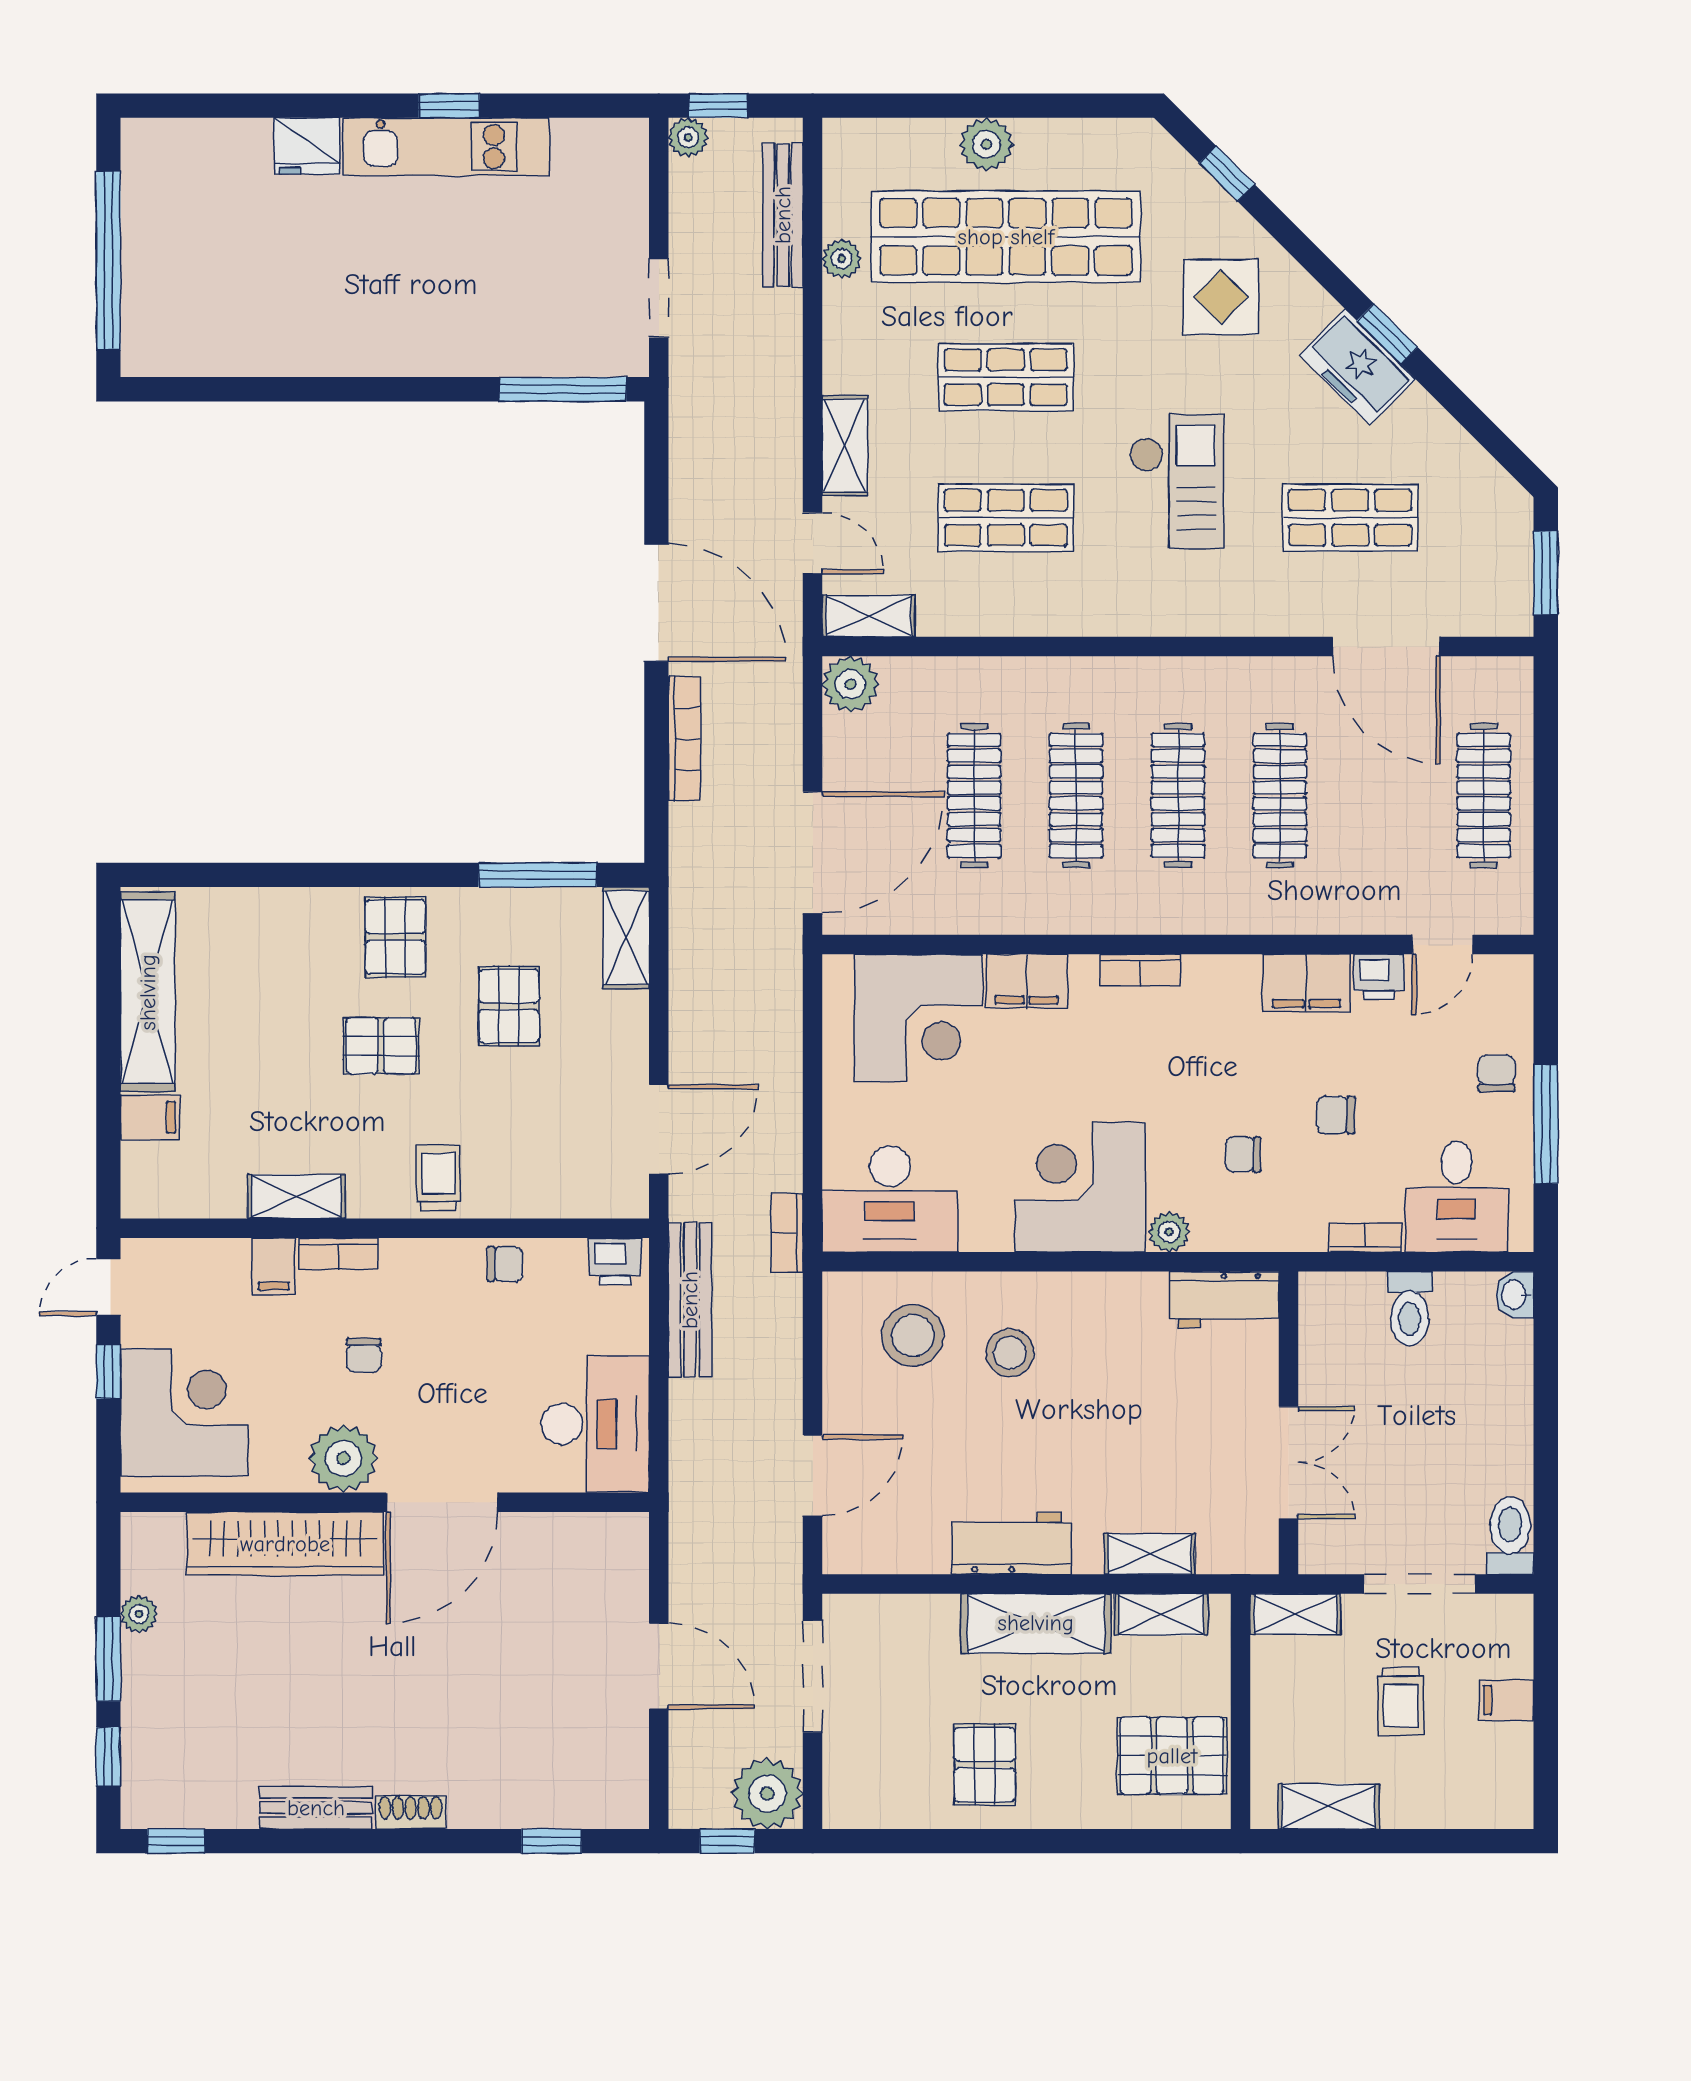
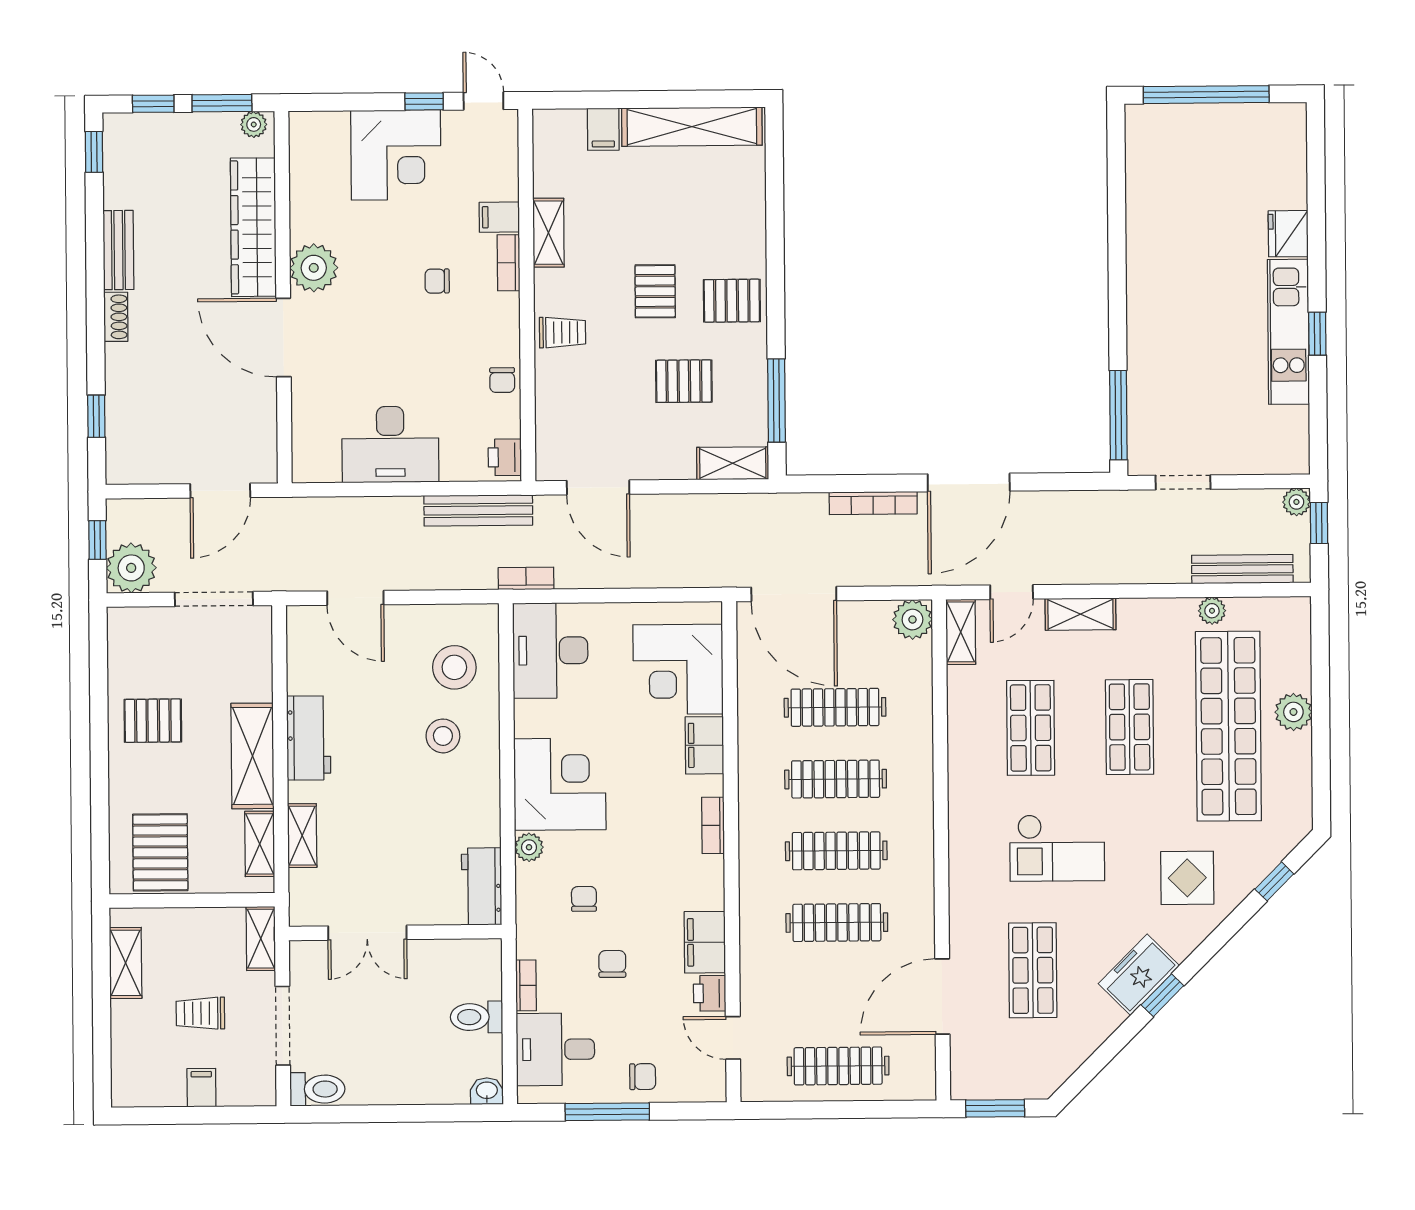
plant: (343, 1458) -> (314, 268), moved
wall: (385, 1502) -> (283, 297), moved
door: (442, 1502) -> (283, 338), moved
wardrobe: (285, 1544) -> (253, 227), moved

